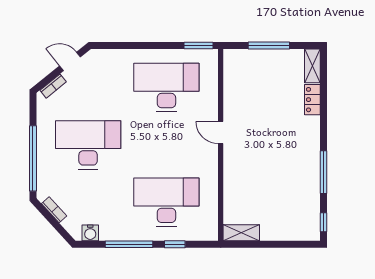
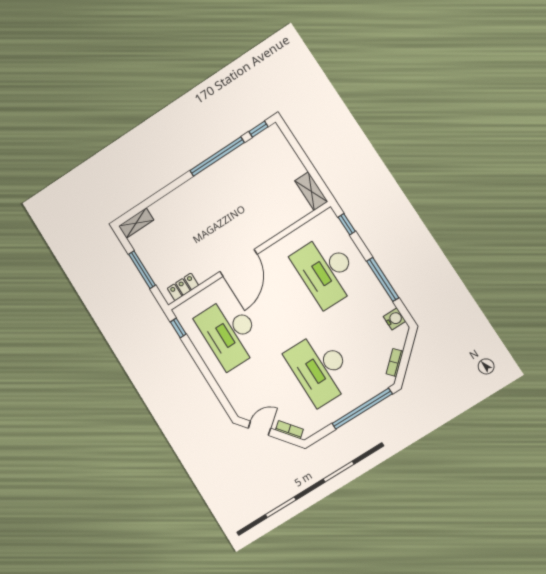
window: (199, 45) -> (178, 328), width x0.67
door: (70, 61) -> (259, 428), swing flipped
locker: (312, 100) -> (183, 287), moved, turned 180
door: (221, 133) -> (238, 263), width x1.87
window: (323, 172) -> (217, 157), width x1.46
window: (175, 244) -> (347, 224), moved

